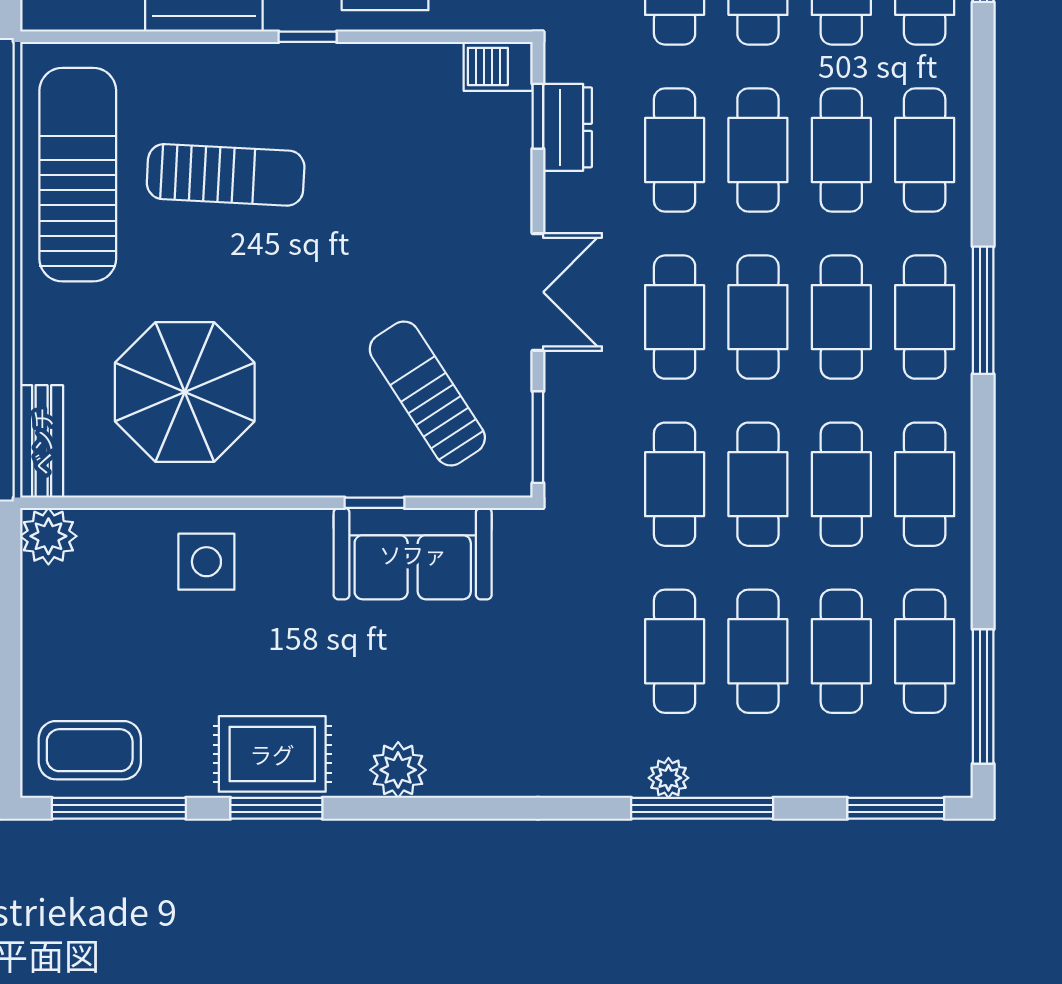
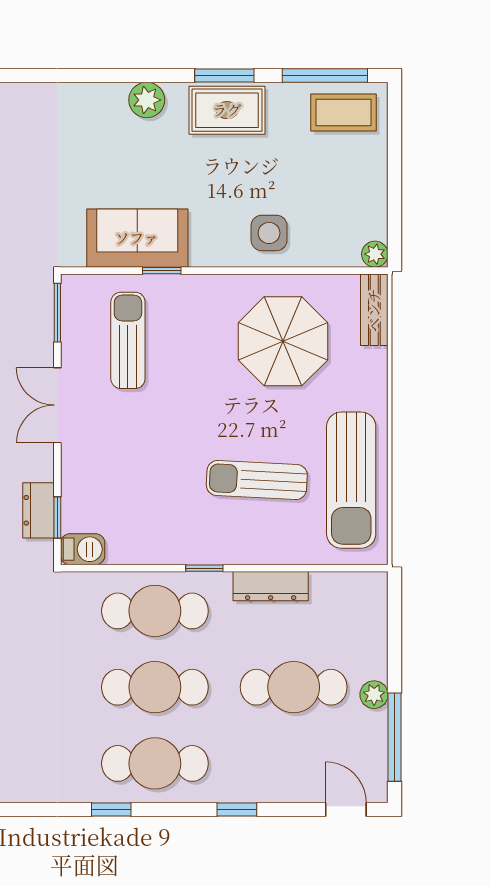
sun lounger: (427, 393) -> (128, 340), turned -147
plant: (48, 536) -> (375, 254), width x0.73, depth x0.73

